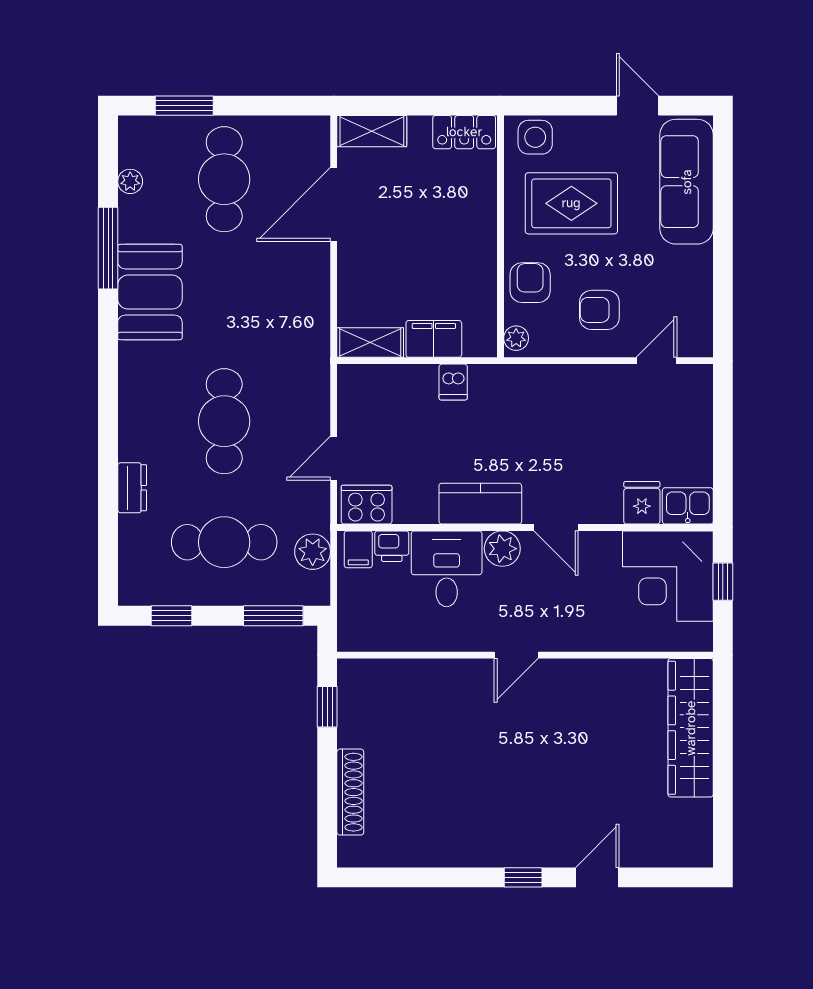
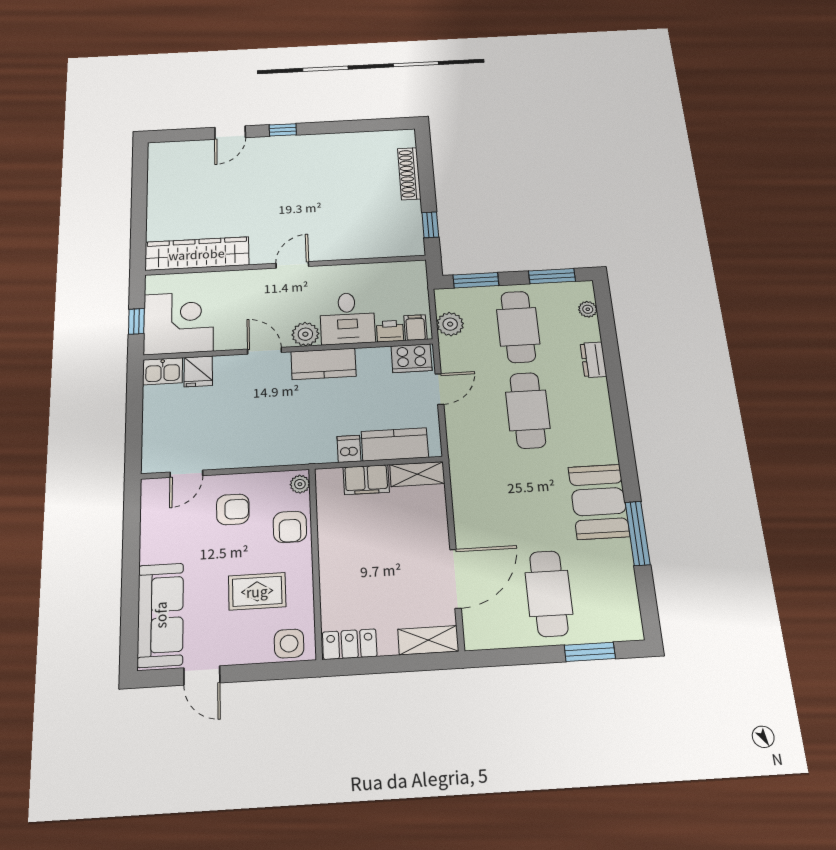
plant: (130, 181) -> (588, 309), moved
rug: (571, 203) -> (257, 591), width x0.73, depth x0.70
kitchen counter: (396, 384) -> (395, 444), added
cafe table: (224, 542) -> (518, 327), turned 90
window: (171, 616) -> (552, 276), width x1.50
wardrobe: (691, 728) -> (197, 254), moved, turned -90

